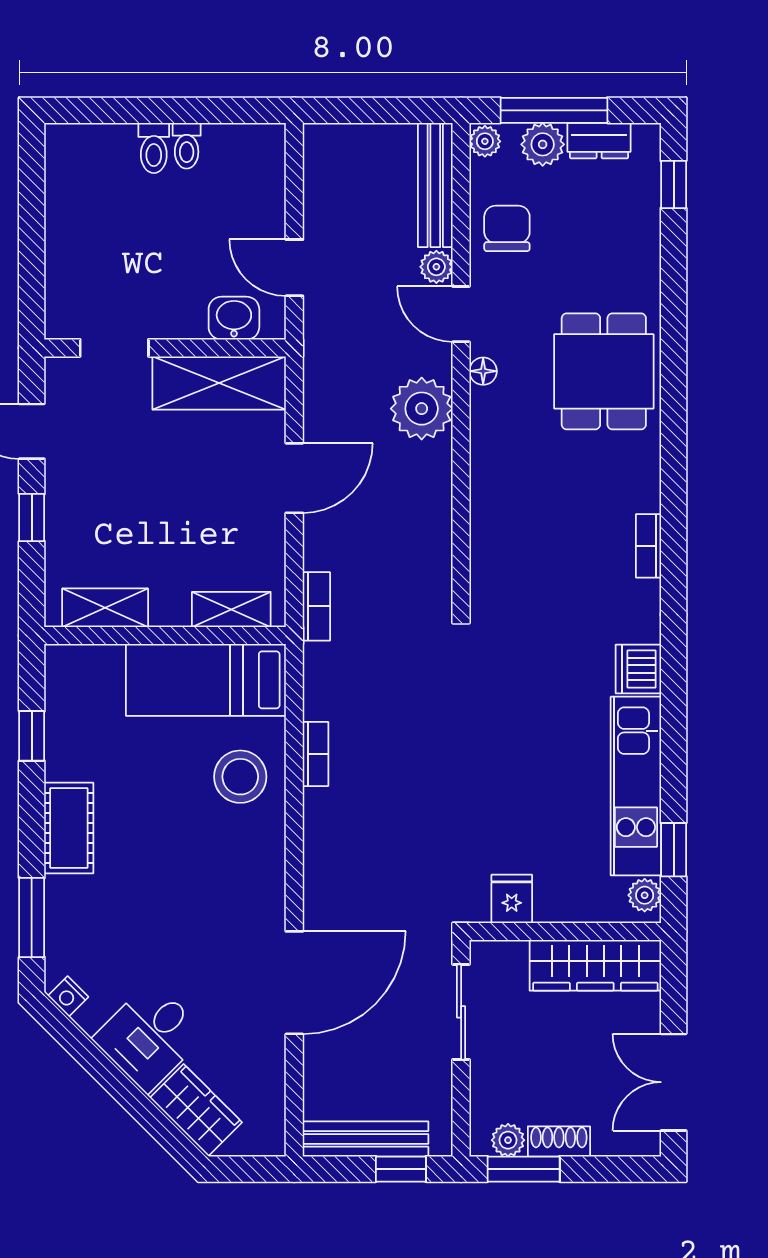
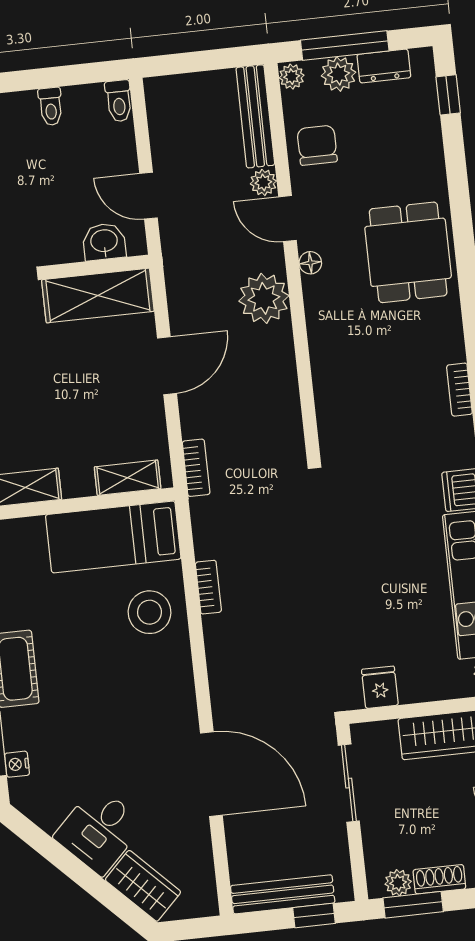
toilet: (154, 148) -> (119, 101), moved
door: (294, 983) -> (211, 774), hinge flipped
nightstand: (68, 996) -> (17, 764), moved, turned 45

